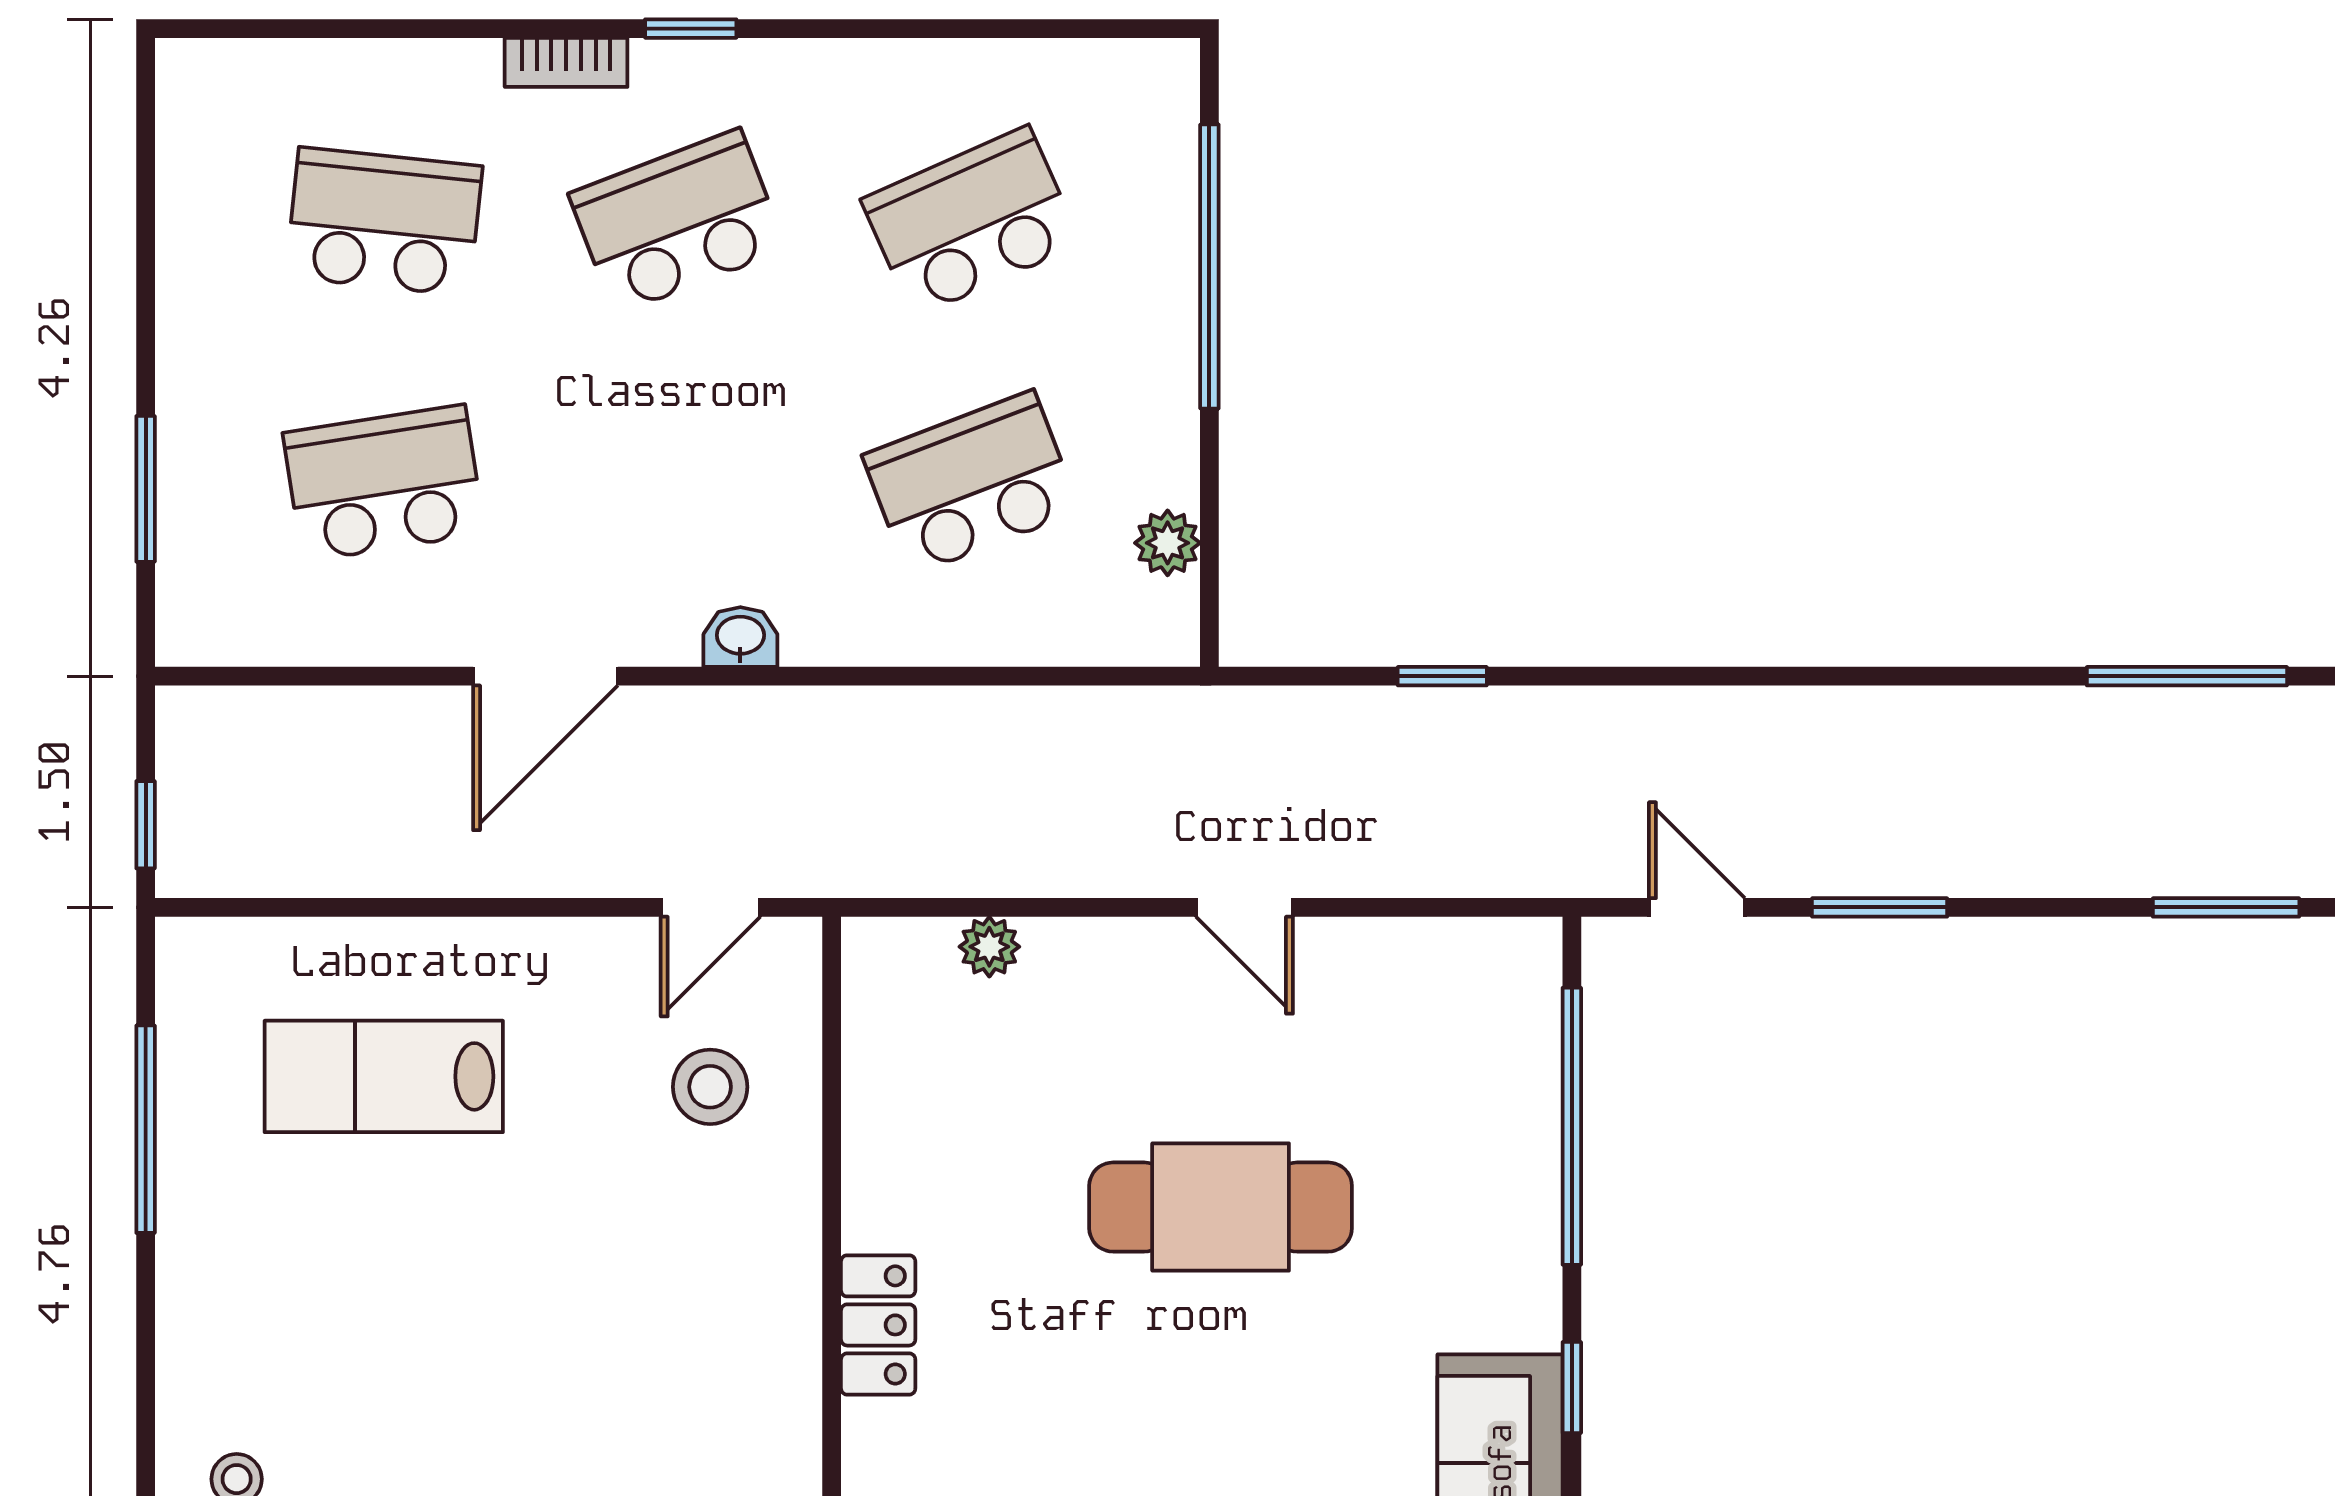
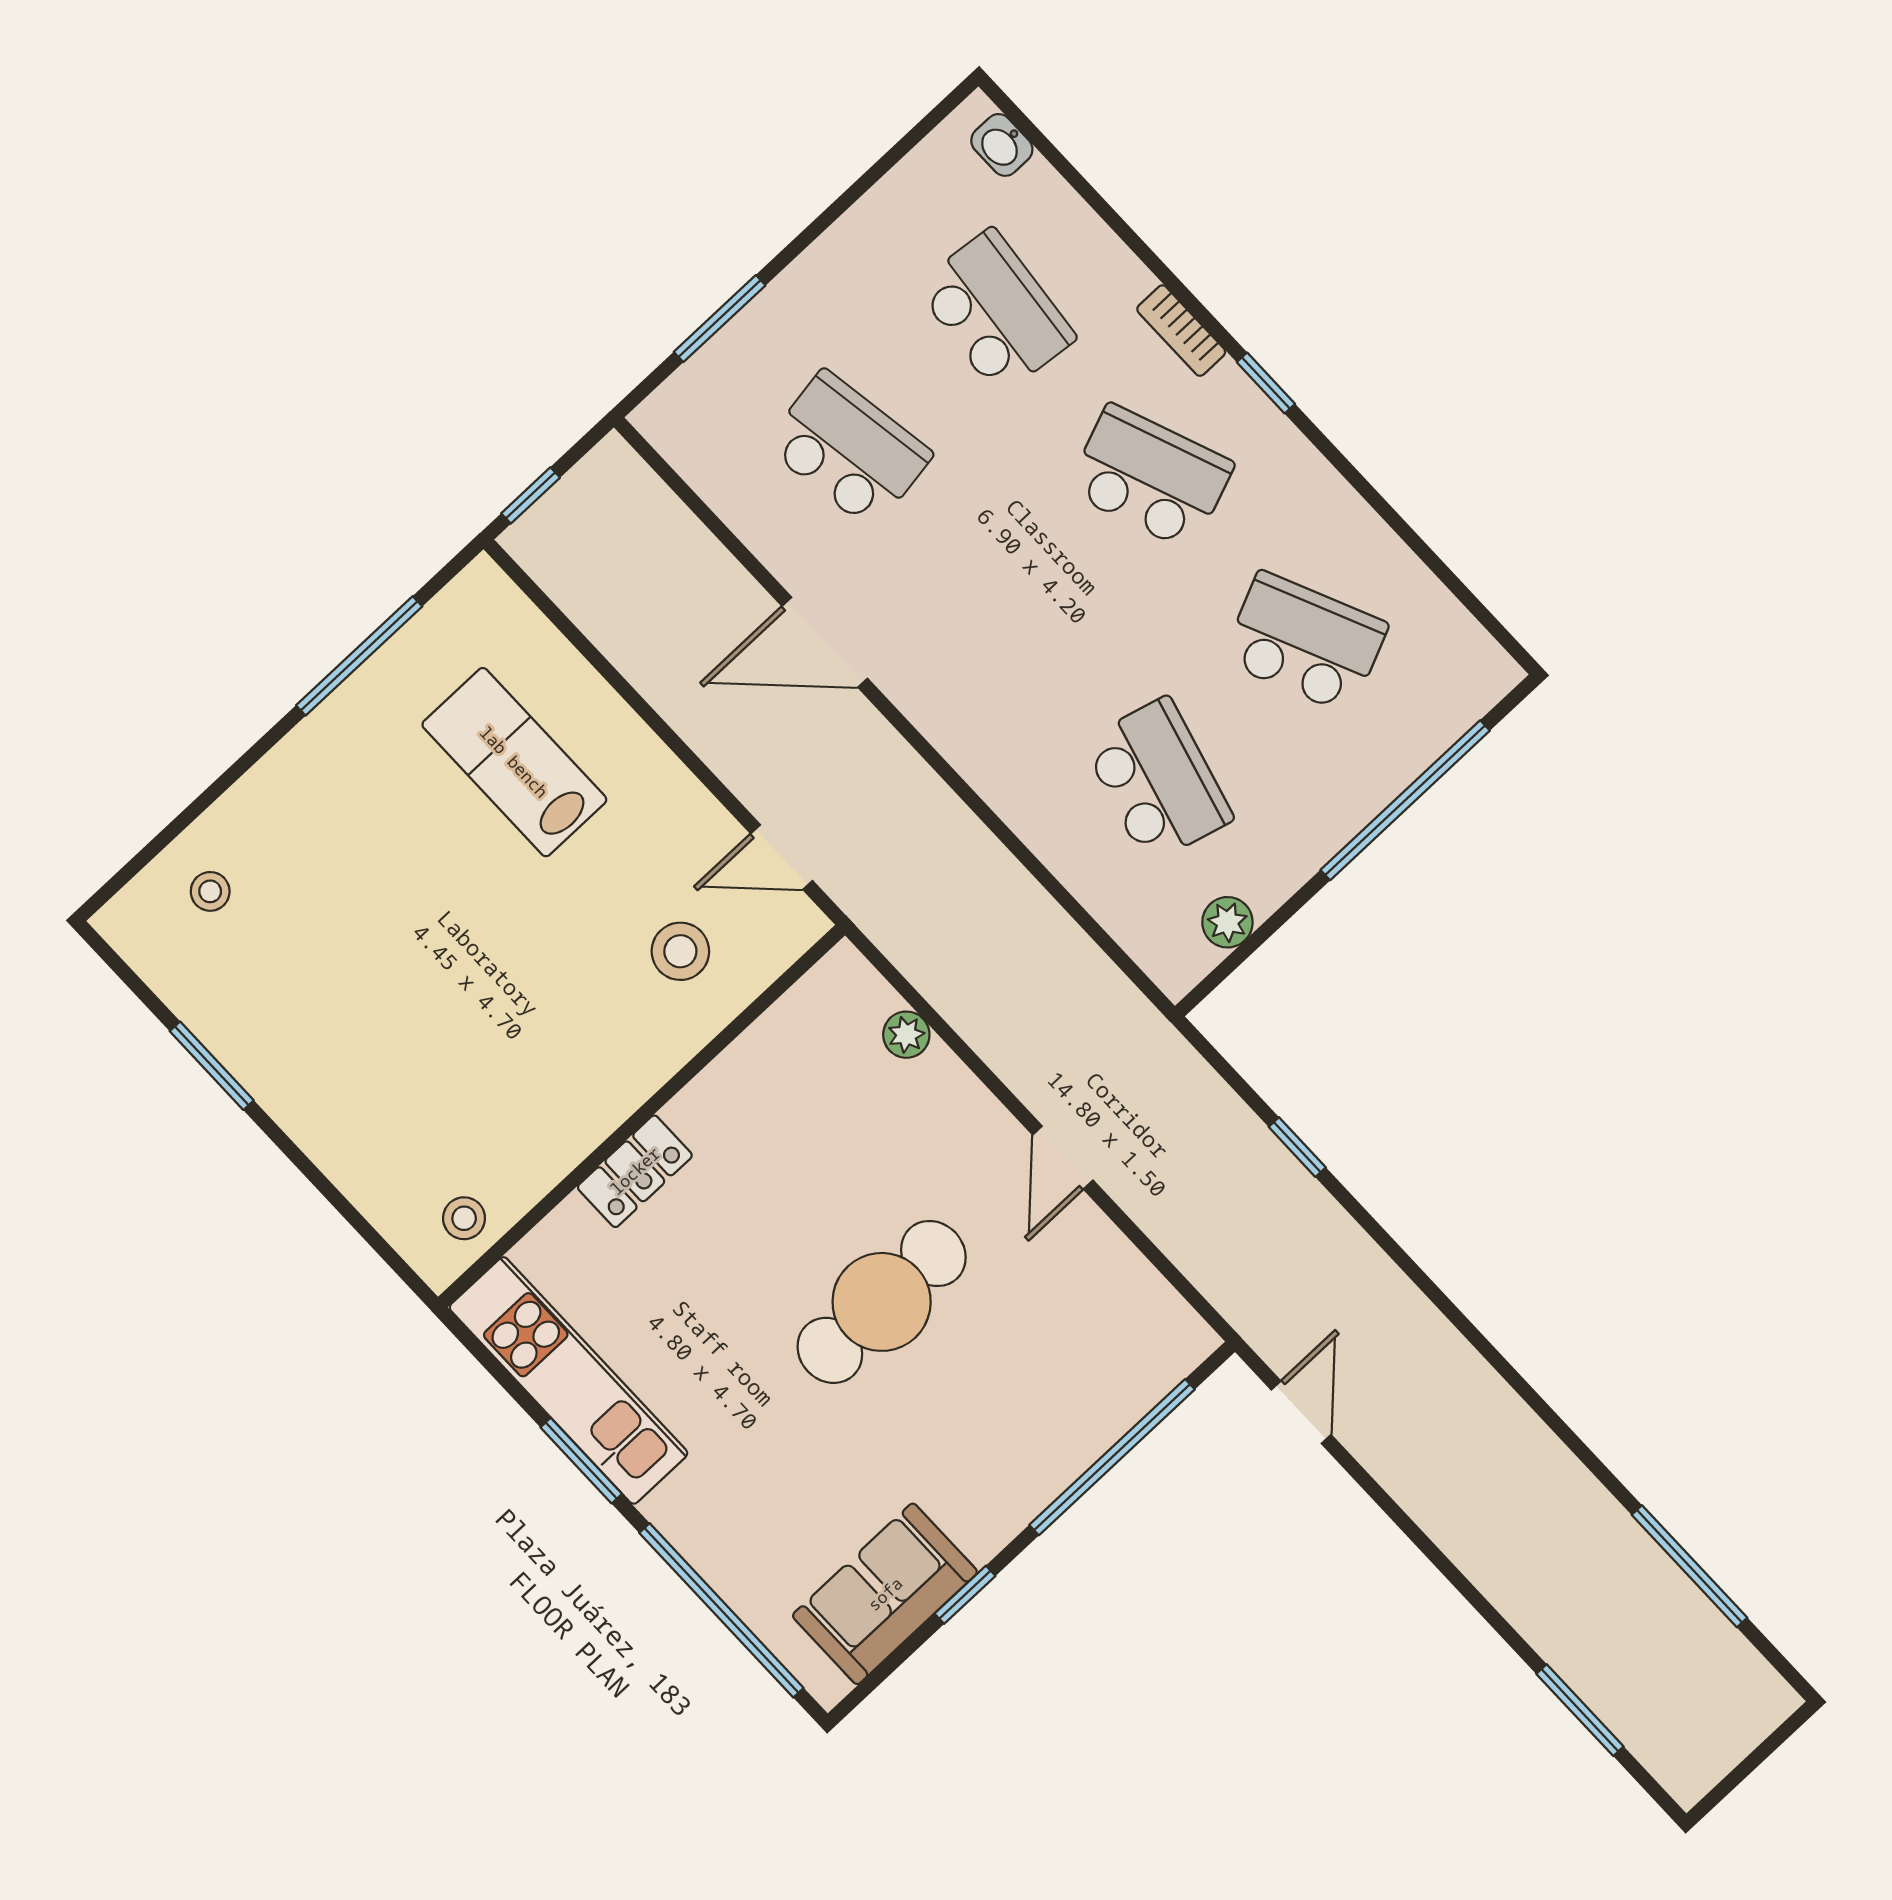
school desk: (971, 483) -> (1158, 780), turned 36
washbasin: (740, 637) -> (1002, 145), moved, turned 180
window: (1880, 907) -> (1397, 1515), removed
cafe table: (1221, 1207) -> (882, 1302), turned 90

